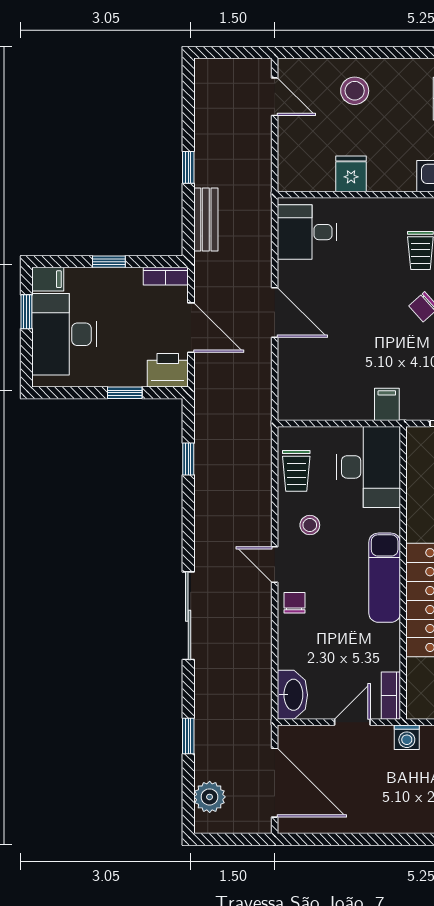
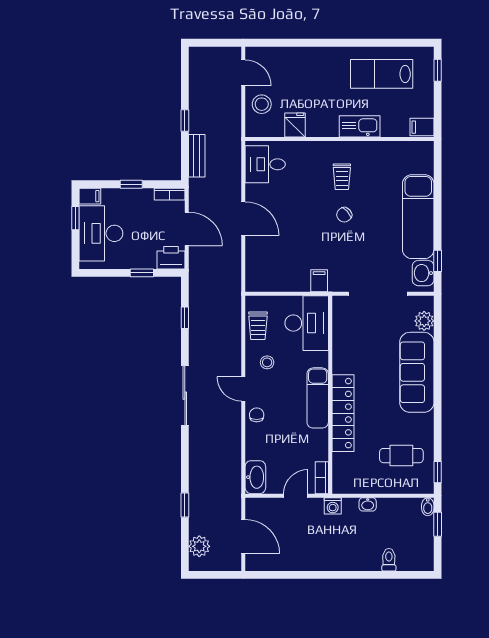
stool: (355, 91) -> (262, 104), moved
sliding door: (188, 616) -> (185, 396), moved
door: (275, 783) -> (243, 537), width x0.73

